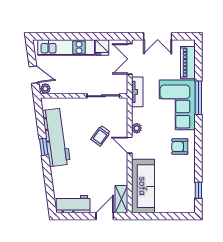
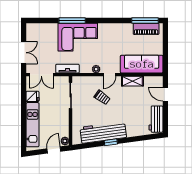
piano: (188, 63) -> (146, 29), moved
armchair: (180, 147) -> (111, 35), removed
window: (198, 190) -> (145, 20), width x2.17
shelving: (121, 199) -> (132, 81), moved

